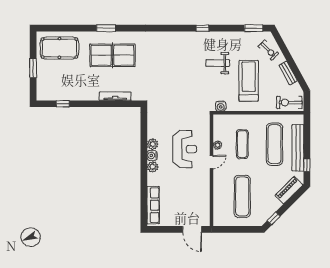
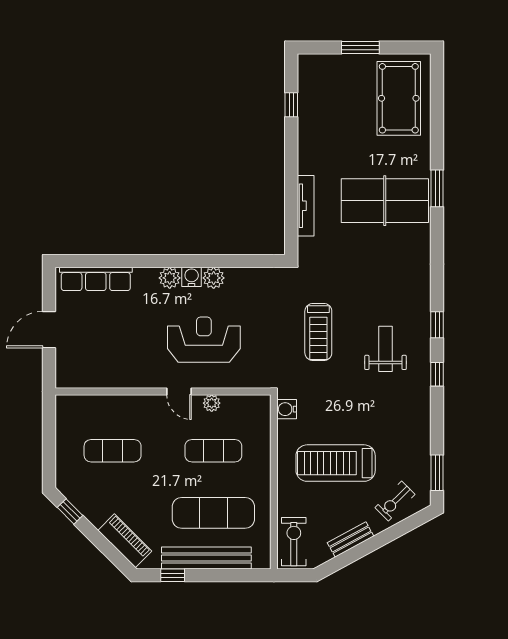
window: (177, 28) -> (437, 325), added
table tennis table: (113, 55) -> (385, 201), turned 90
weight bench: (218, 63) -> (386, 349), moved
treadmill: (249, 81) -> (336, 463), turned 180
treadmill: (181, 90) -> (318, 332), added
reception desk: (185, 149) -> (204, 340), turned 180
exercise mat: (242, 196) -> (113, 451), width x0.73, depth x0.69
door: (192, 229) -> (49, 330), moved

